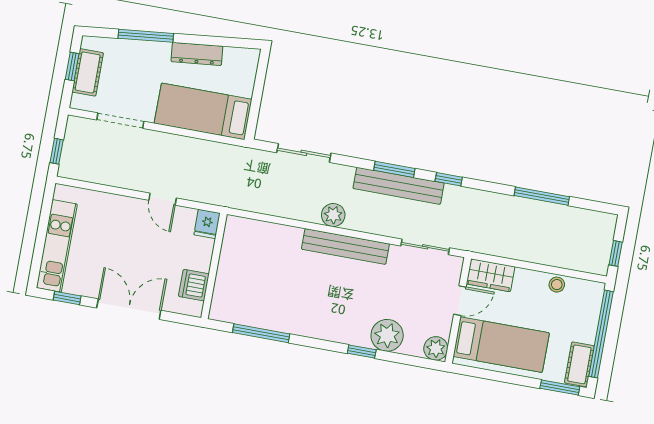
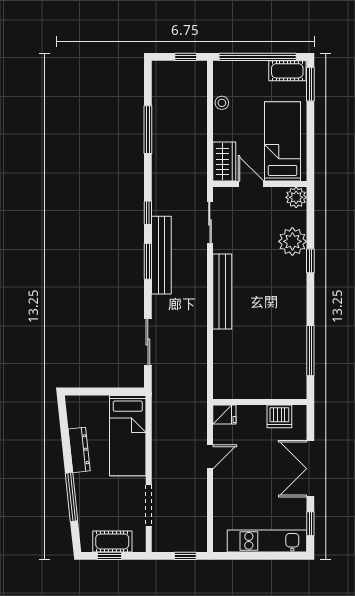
plant: (333, 215) -> (197, 307), removed

